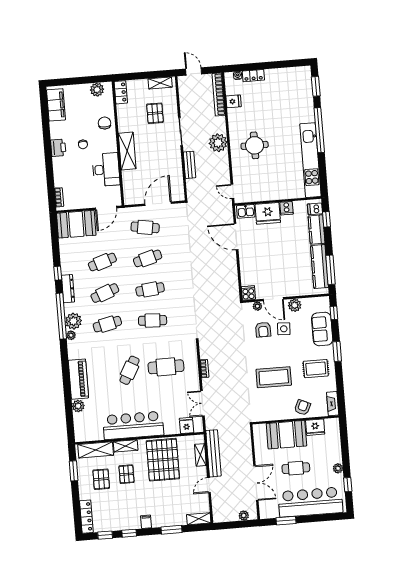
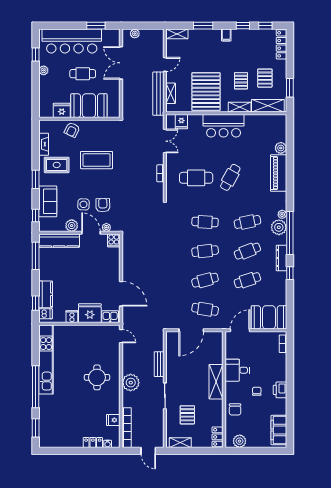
desk: (106, 170) -> (237, 370), width x0.73
kitchen counter: (319, 267) -> (59, 241), moved, turned 90
fireplace: (333, 404) -> (44, 144), moved
bar counter: (133, 425) -> (224, 126), width x0.73

